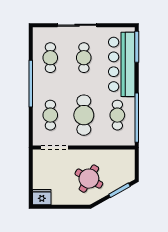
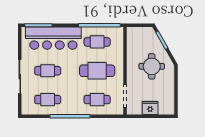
round table: (89, 179) -> (152, 66), turned -30
fridge: (42, 197) -> (150, 108), moved, turned 90

